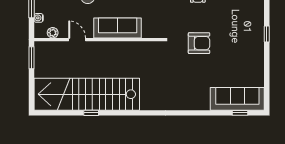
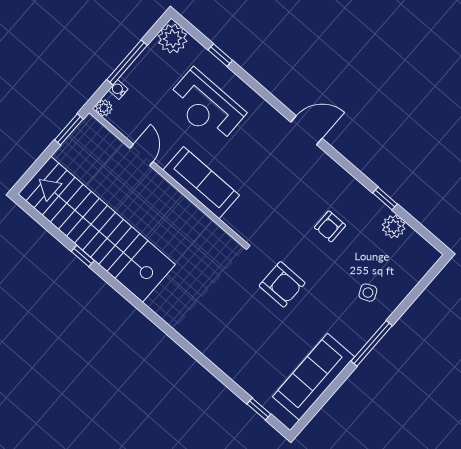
side table: (244, 11) -> (368, 293), added
plant: (53, 33) -> (104, 108), moved
window: (267, 34) -> (372, 343), width x2.17
sofa: (237, 99) -> (314, 377), moved, turned -90

